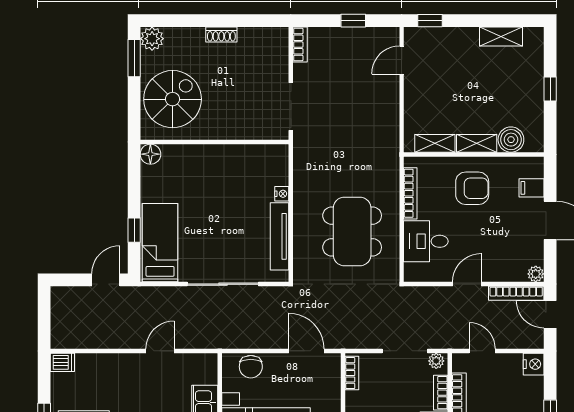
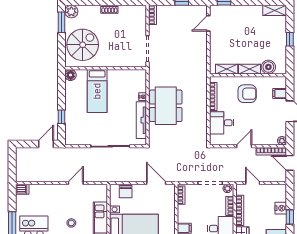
shelving: (501, 37) -> (275, 10), moved
dining table: (352, 231) -> (166, 106), moved
bed: (160, 243) -> (97, 91), moved, turned 180
nightstand: (534, 364) -> (281, 208), moved

